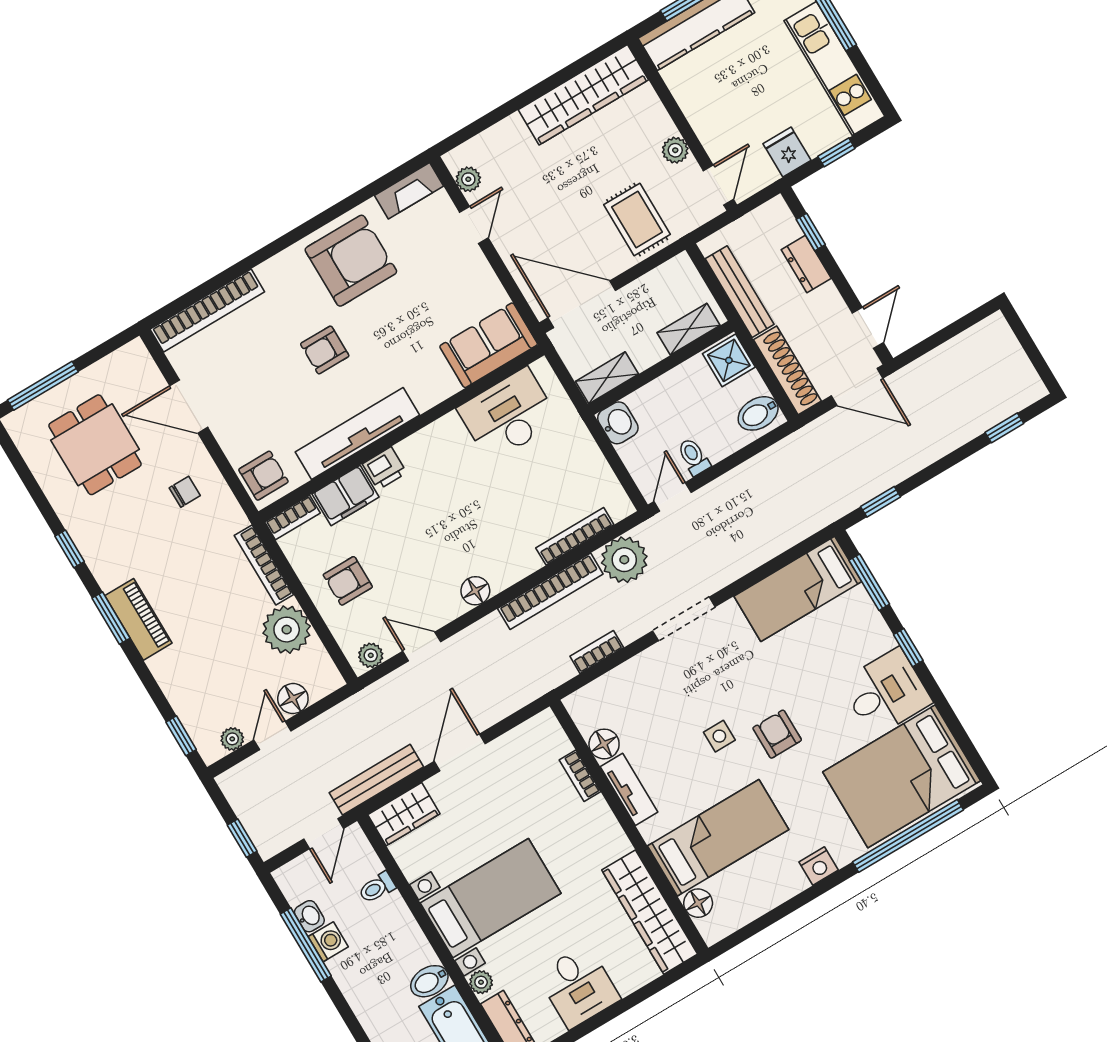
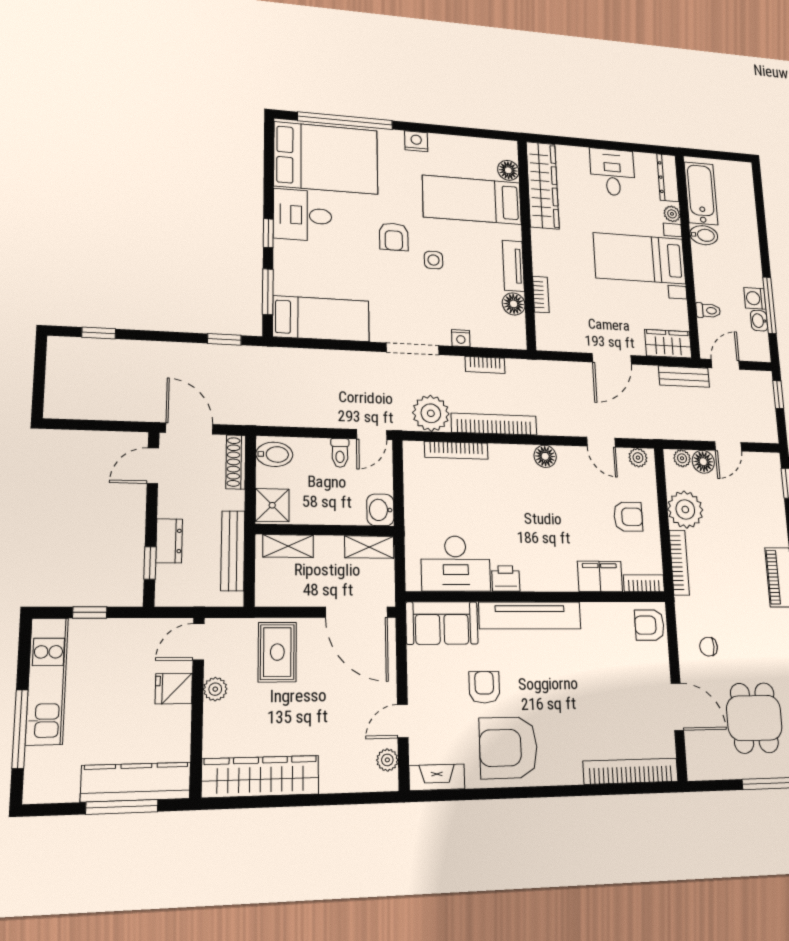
fridge: (787, 152) -> (174, 689), moved, turned 90
armchair: (325, 350) -> (484, 687), moved, turned -90
shoe rack: (787, 370) -> (236, 462), width x0.74, depth x0.81
tv unit: (357, 434) -> (530, 615), moved
printer: (385, 468) -> (506, 579), moved
nightstand: (640, 665) -> (461, 338), added
plant: (232, 739) -> (682, 458), moved
bench: (376, 780) -> (684, 377), width x0.73

